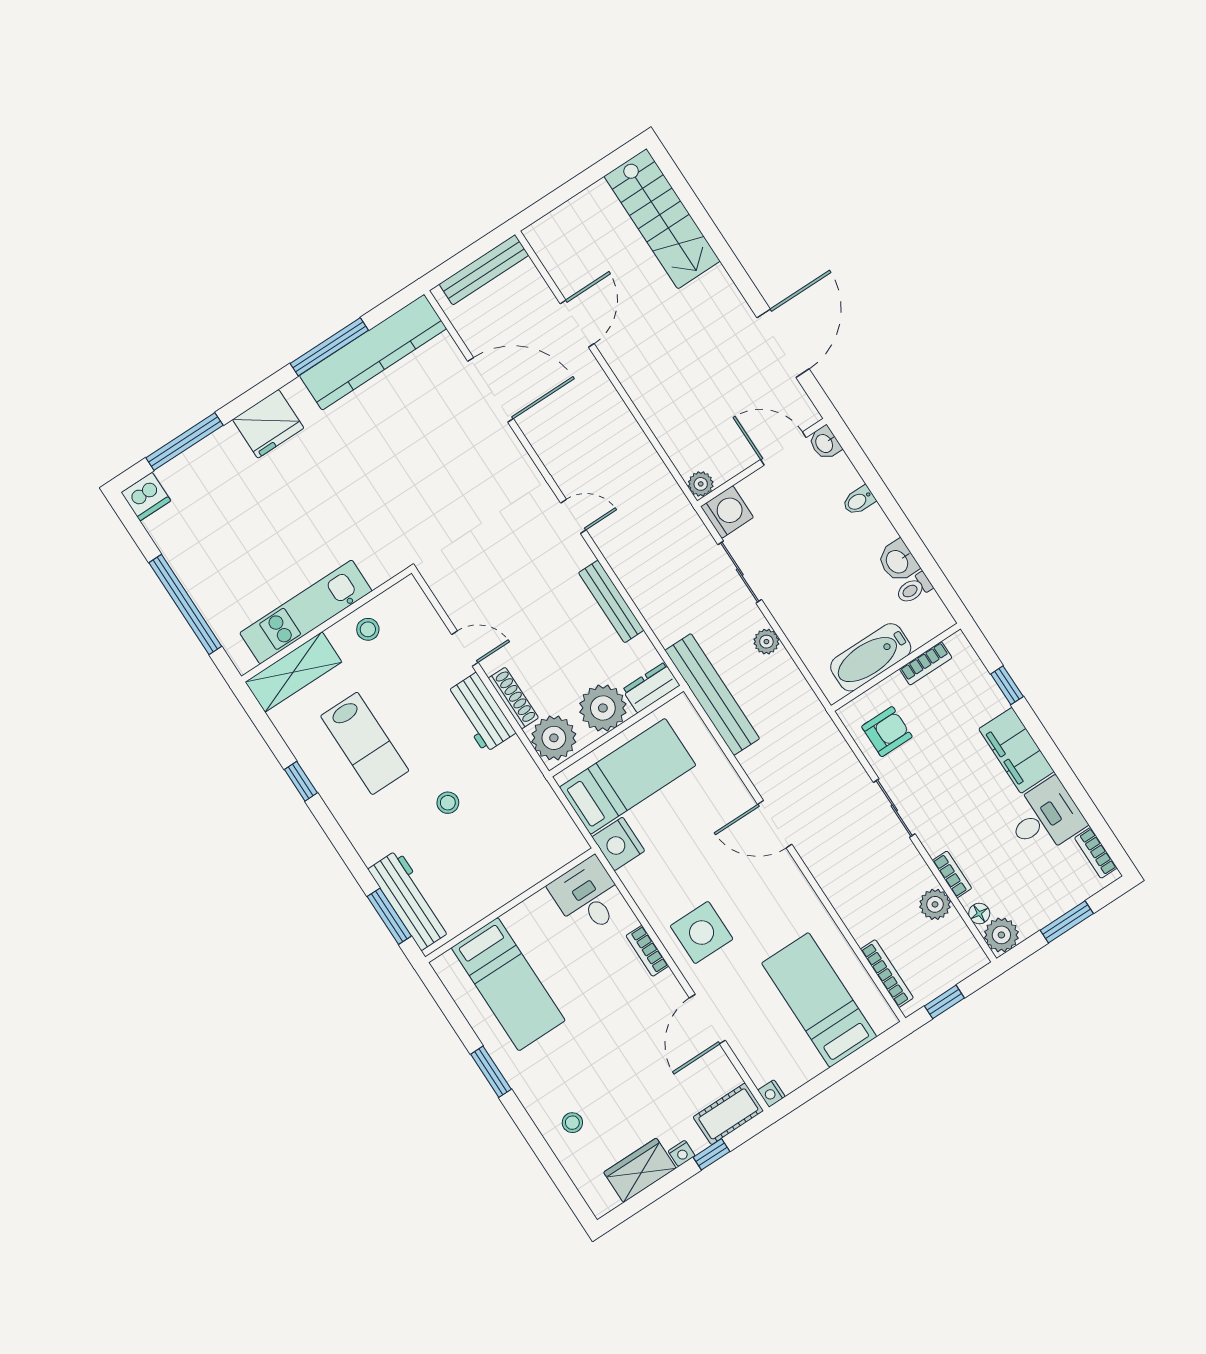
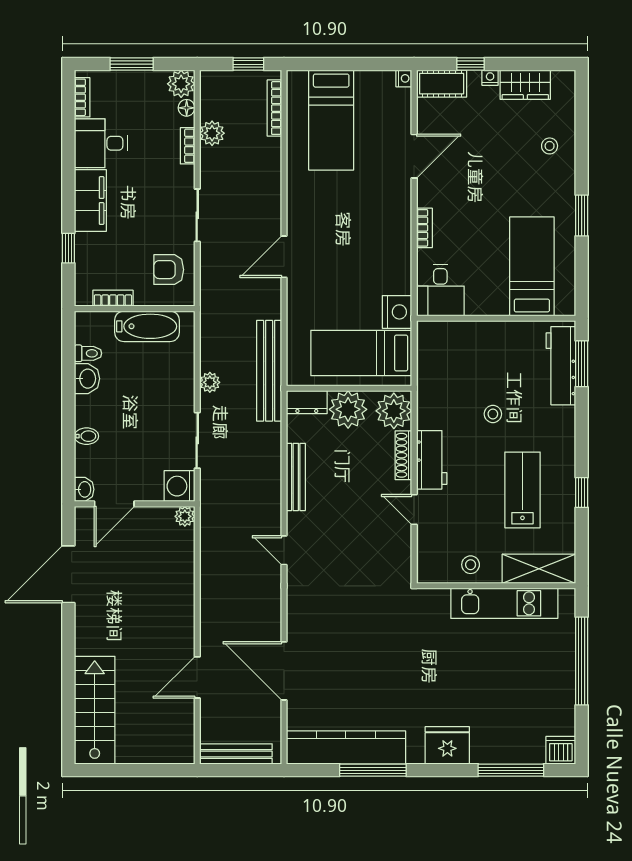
door: (783, 449) -> (114, 504), hinge flipped
door: (775, 824) -> (284, 257), swing flipped
side table: (702, 933) -> (380, 216), removed

